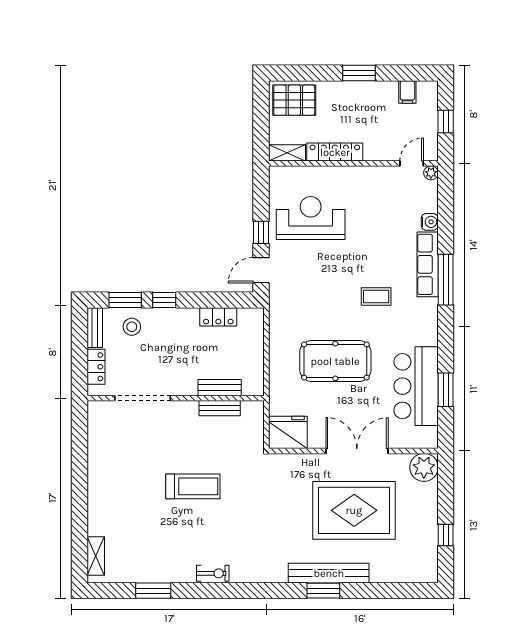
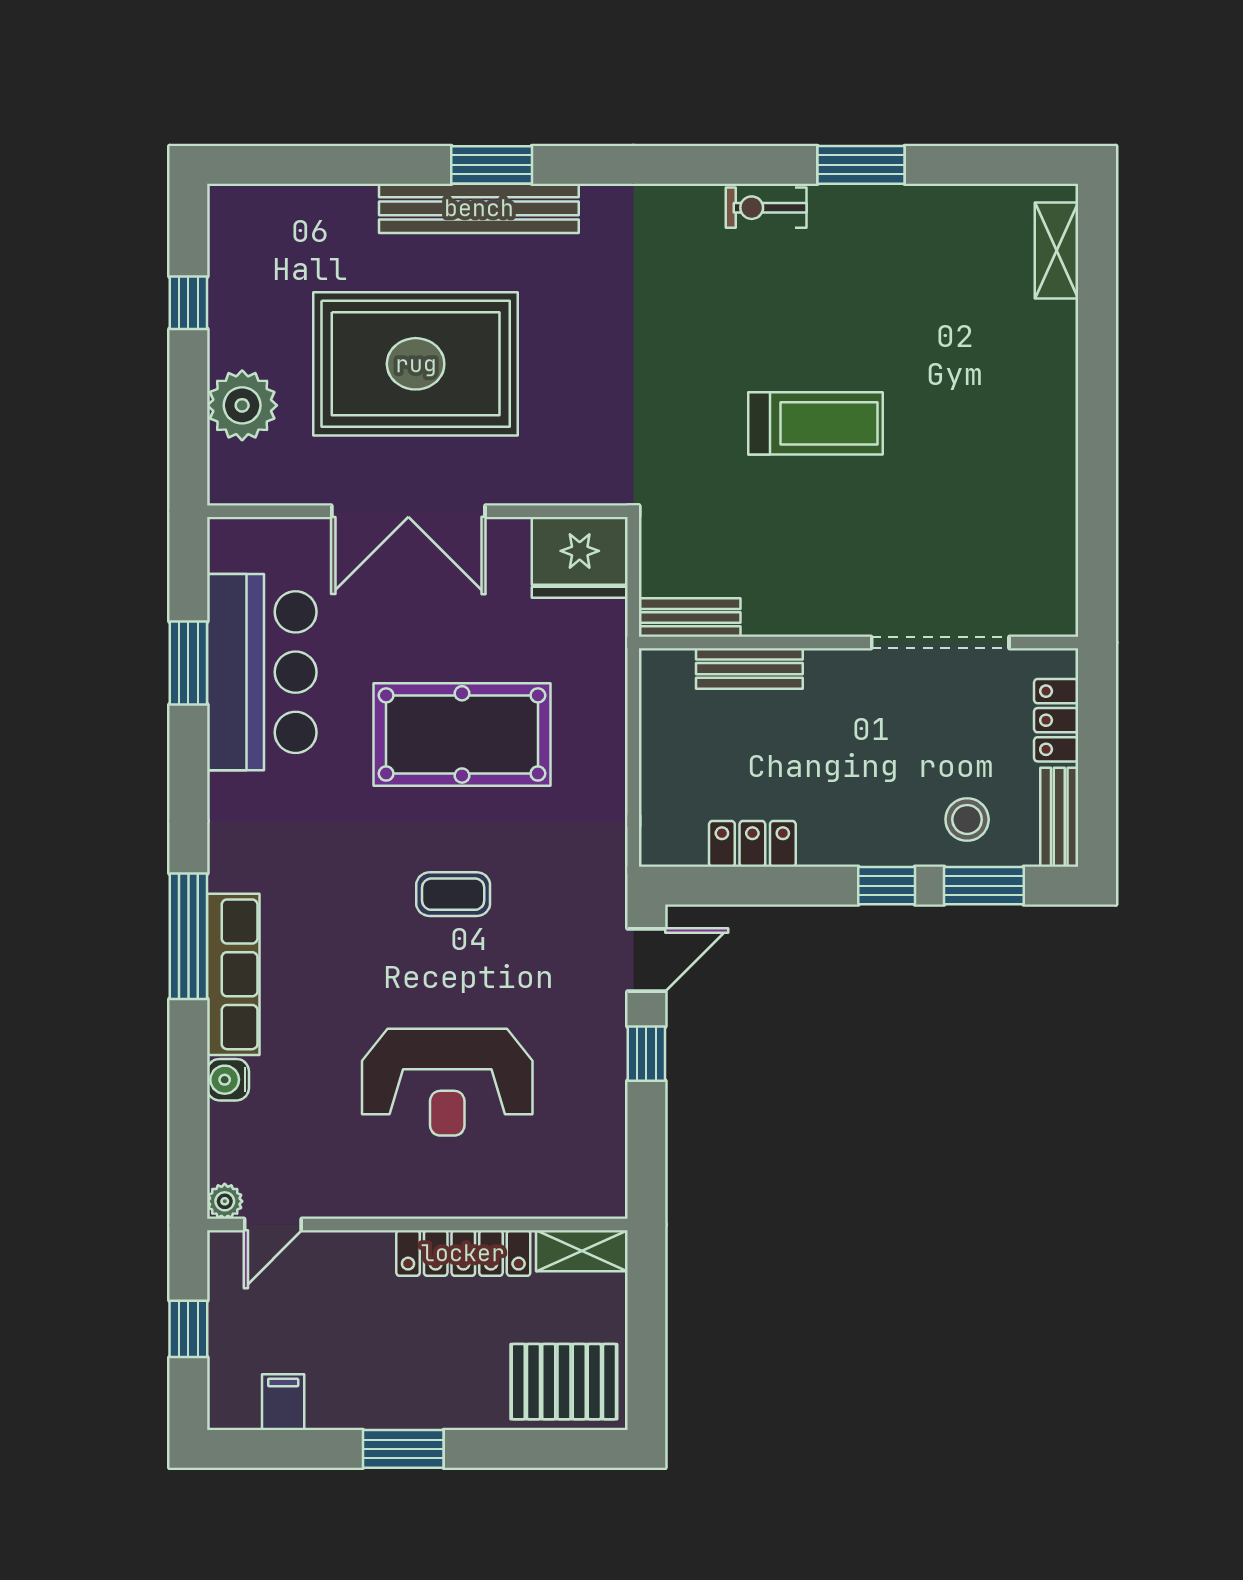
reception desk: (311, 218) -> (447, 1082), moved
coffee table: (376, 297) -> (453, 894), moved
bench: (220, 408) -> (690, 618), moved
plant: (424, 467) -> (242, 405), moved
treadmill: (193, 486) -> (816, 423), turned 180
window: (153, 591) -> (861, 165), moved

